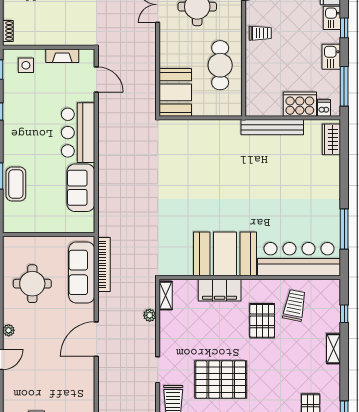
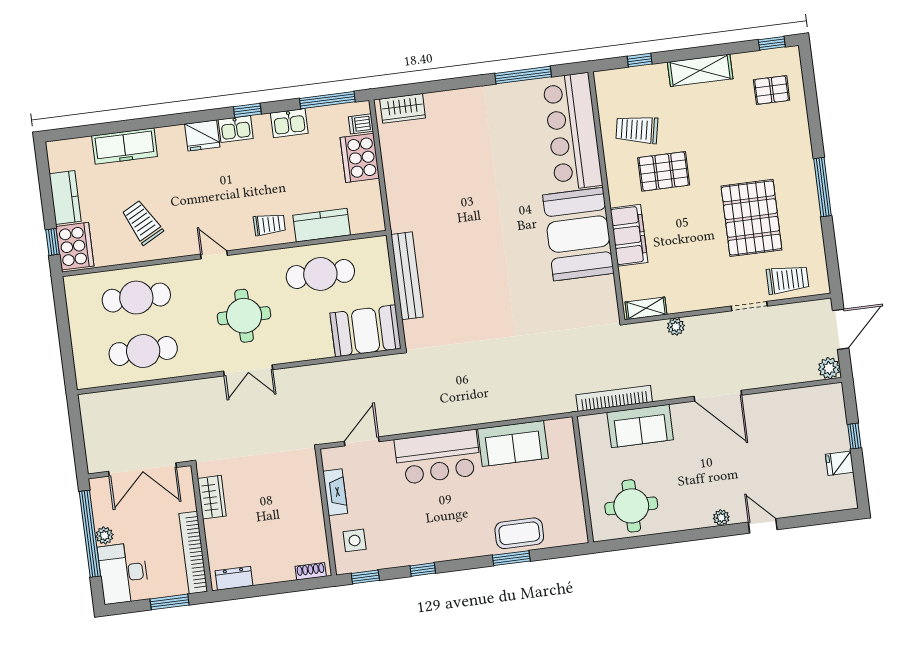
trolley: (260, 33) -> (269, 224), turned 90
kitchen counter: (255, 71) -> (322, 225), added
bench: (272, 127) -> (407, 276), moved
sofa: (82, 272) -> (640, 426), width x0.73
round table: (32, 284) -> (631, 506), moved
shelving: (334, 349) -> (700, 70), width x1.50, depth x1.33

